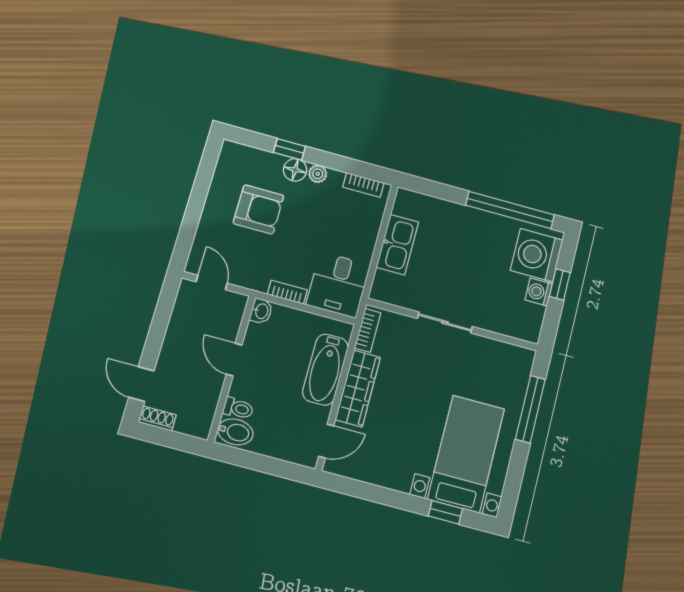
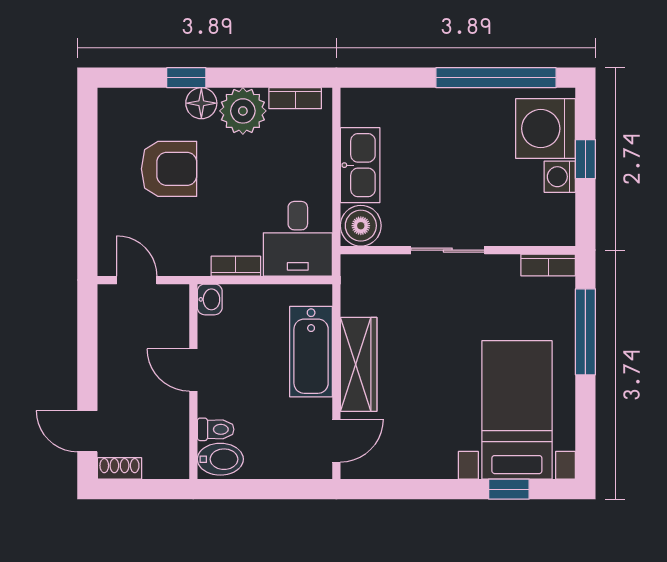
plant: (318, 174) -> (243, 111), width x1.87, depth x1.87
boiler: (386, 288) -> (361, 226), added
bookcase: (368, 330) -> (548, 265), moved, turned 90

